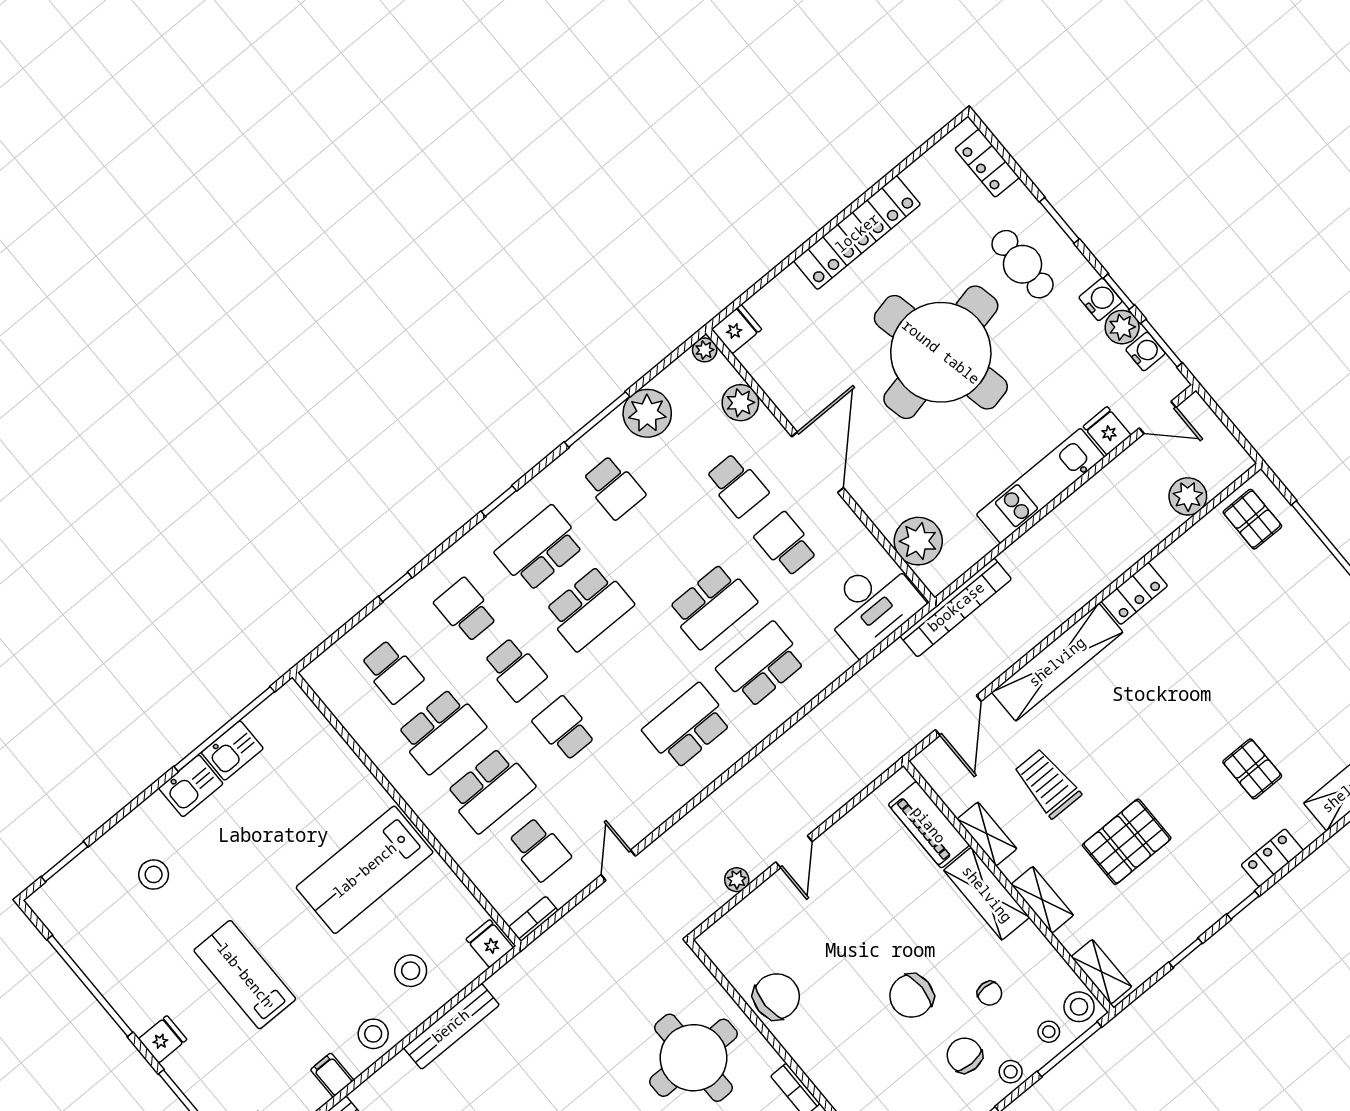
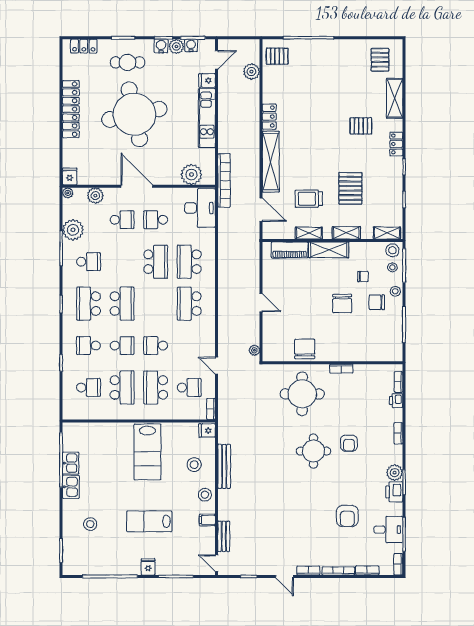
school desk: (490, 790) -> (156, 387), turned 180
plant: (737, 880) -> (254, 350), moved

